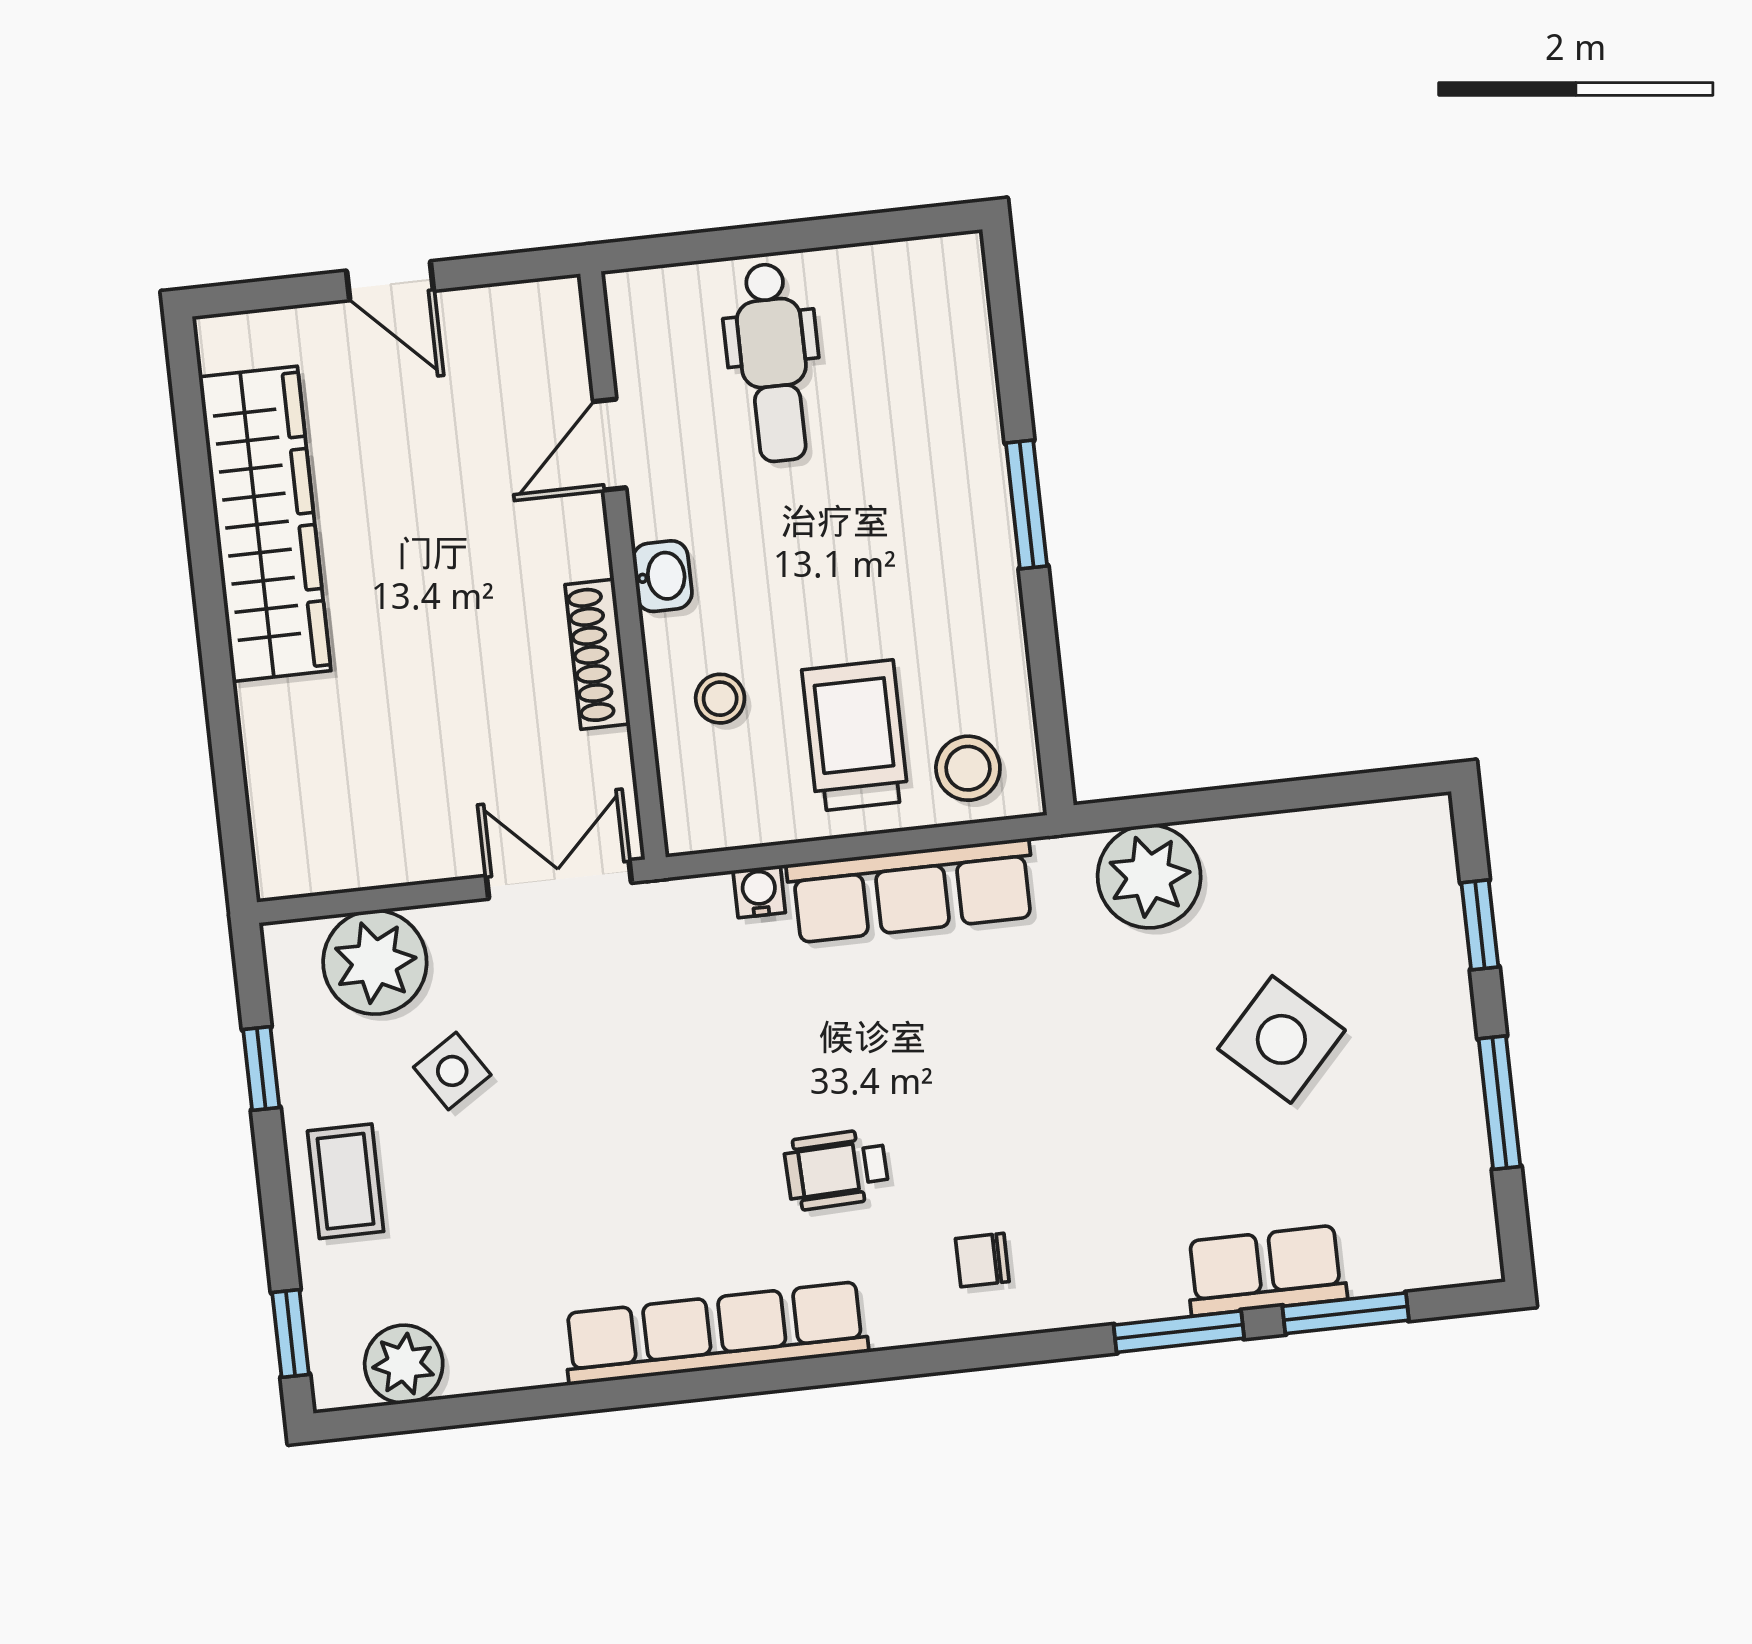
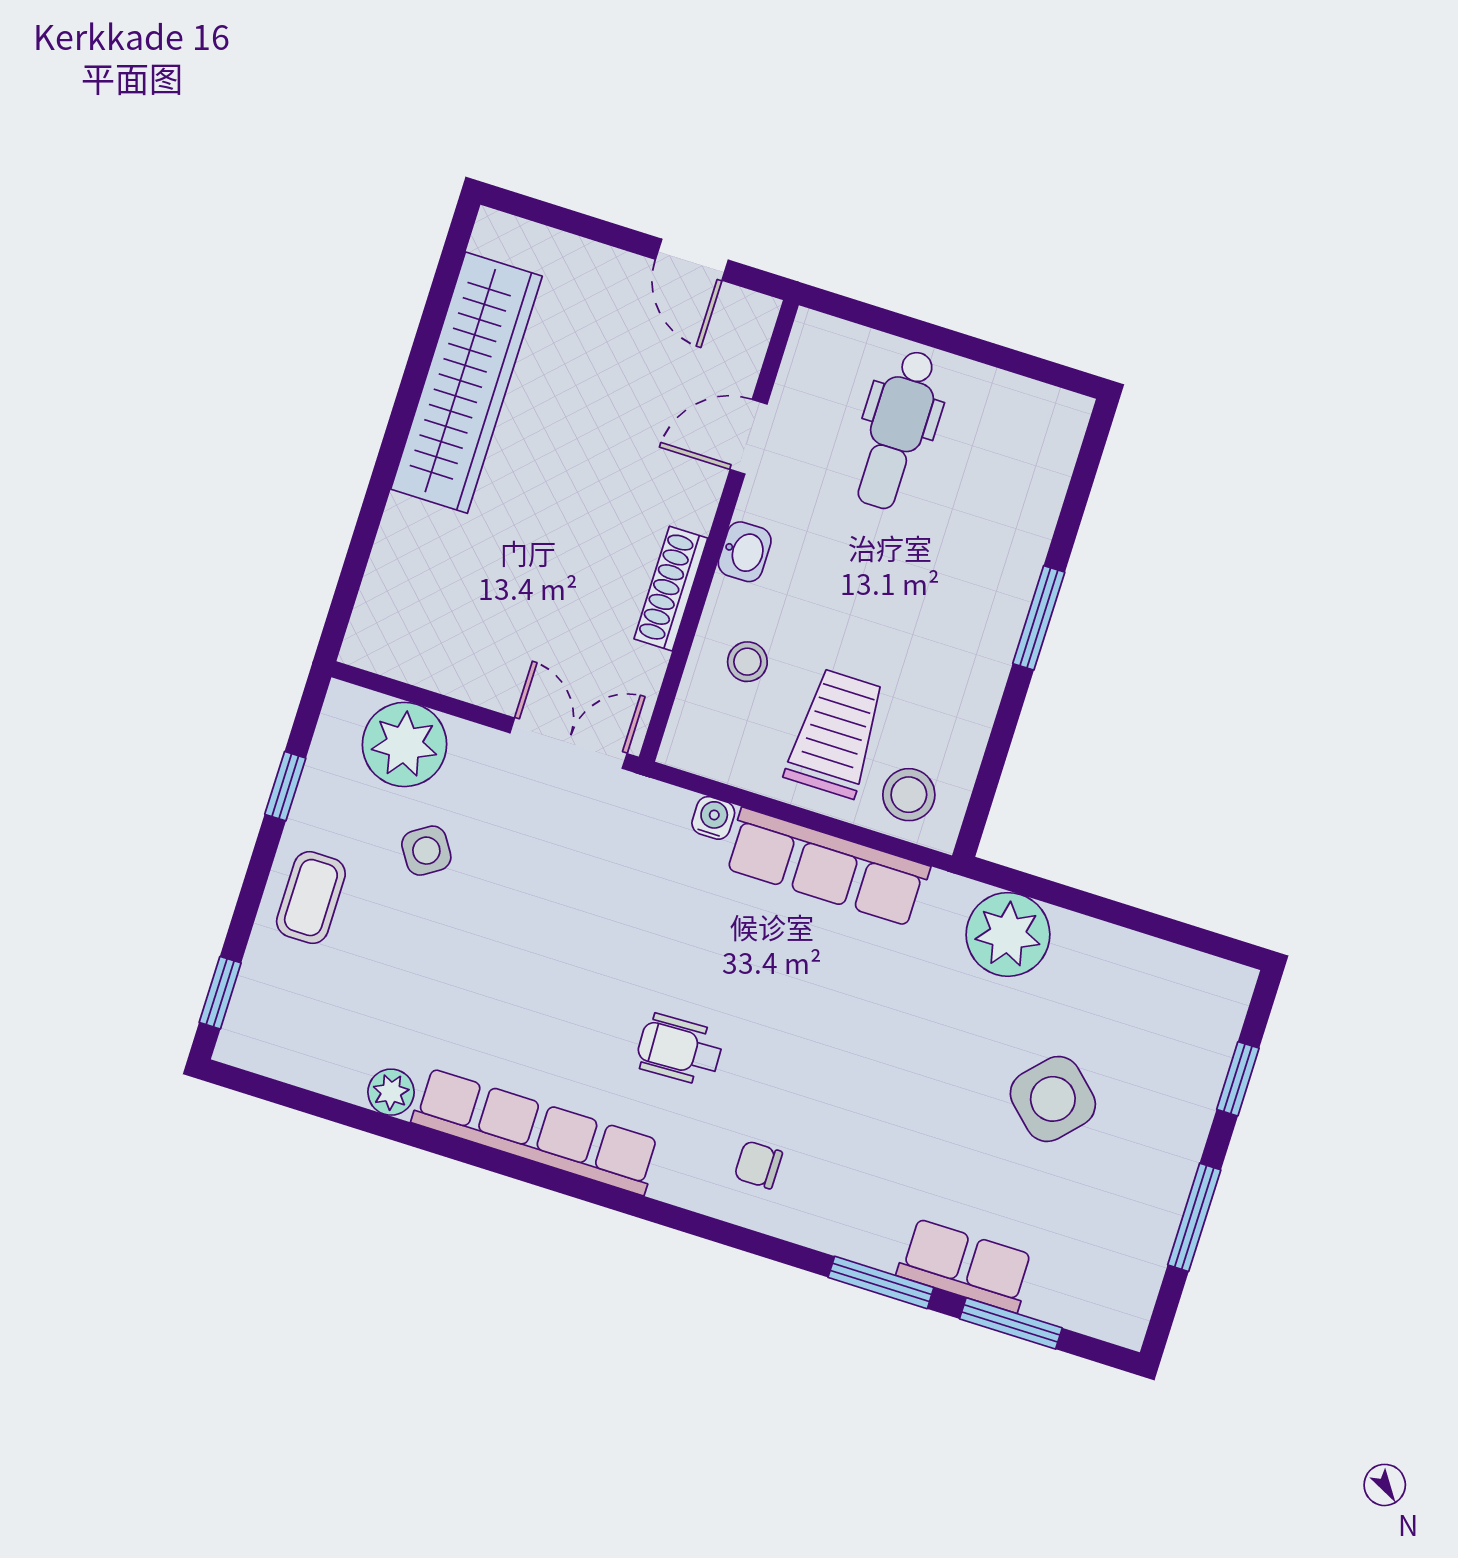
door: (390, 281) -> (692, 260), moved
plant: (404, 1364) -> (391, 1092), moved, width x0.73, depth x0.73

